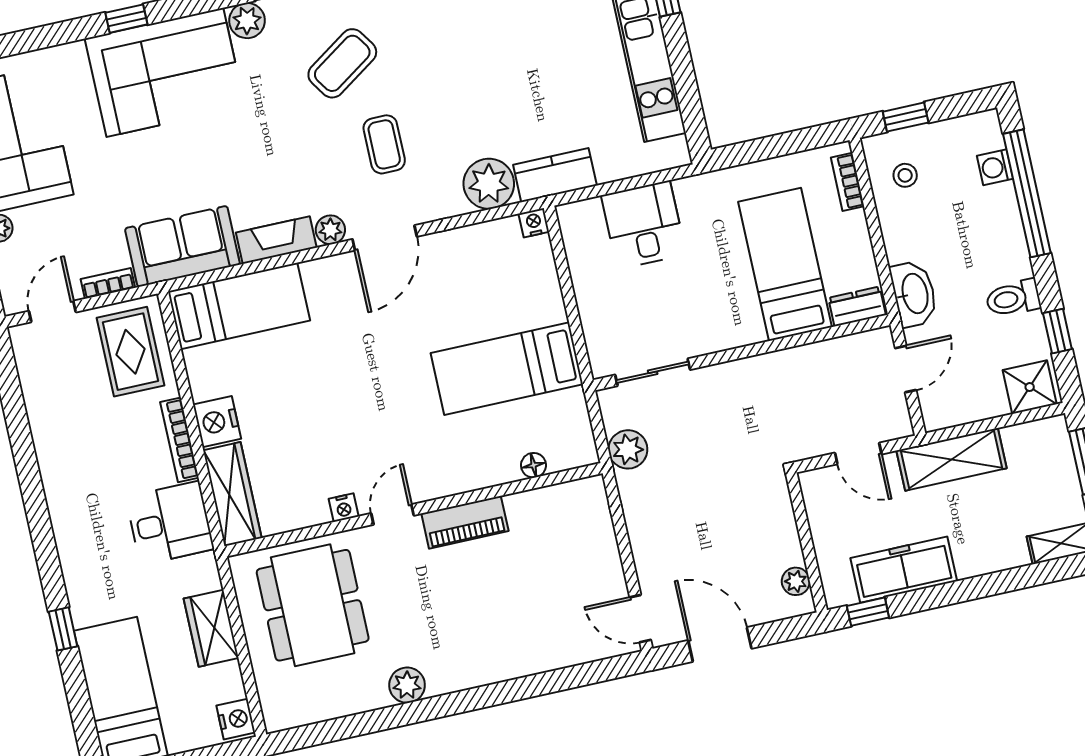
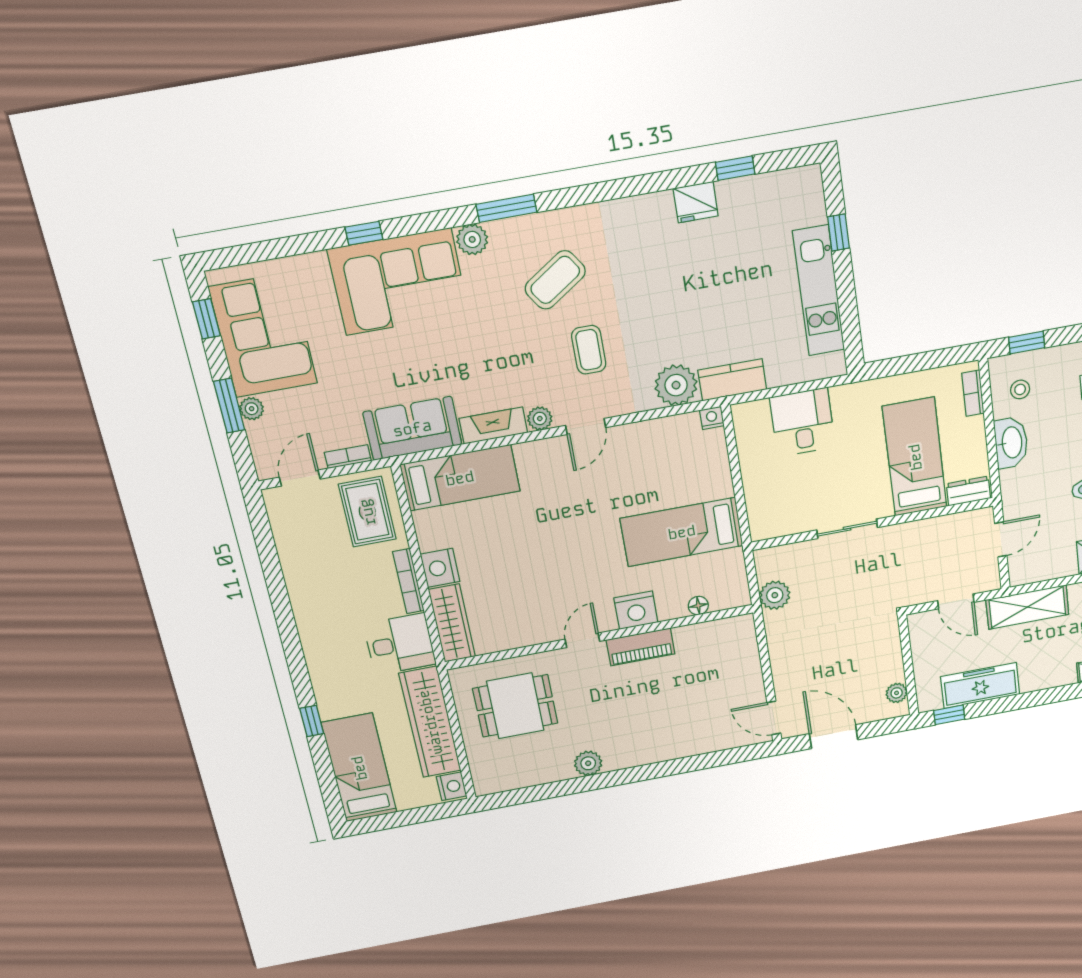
door: (385, 238) -> (586, 426), width x0.73
washbasin: (914, 294) -> (1011, 443), moved
sliding door: (653, 372) -> (847, 529), moved
nightstand: (344, 508) -> (636, 610), moved, width x1.89, depth x1.79
dining table: (313, 605) -> (515, 706), width x0.73
wardrobe: (211, 628) -> (430, 722), width x2.10, depth x1.17

